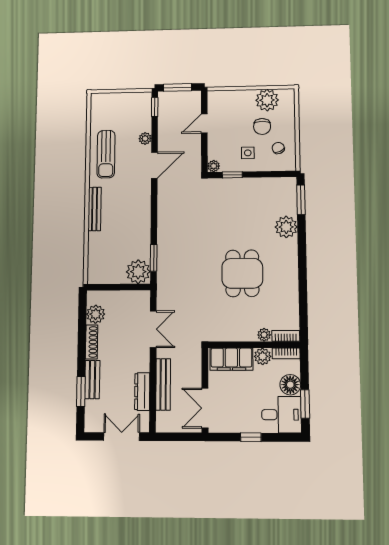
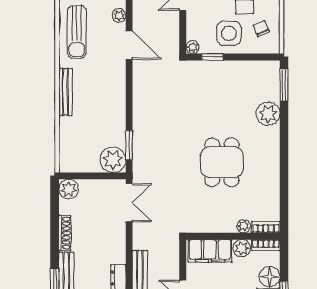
side table: (248, 153) -> (229, 33), width x1.87, depth x1.87
door: (154, 165) -> (129, 45), hinge flipped
plant: (96, 314) -> (69, 189), moved
double door: (153, 329) -> (129, 203), moved

